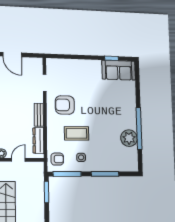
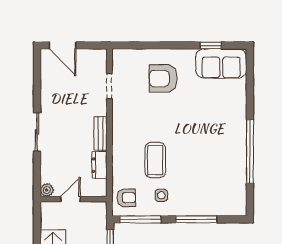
armchair: (65, 105) -> (163, 78), moved
coffee table: (77, 133) -> (155, 160), turned 90
plant: (129, 138) -> (234, 166), removed
dresser: (38, 140) -> (99, 165), width x0.70

